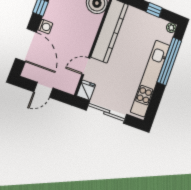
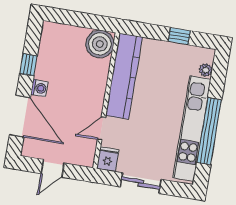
plant: (171, 28) -> (206, 70), moved
window: (169, 61) -> (209, 131), moved
sliding door: (107, 112) -> (141, 183), width x0.73

